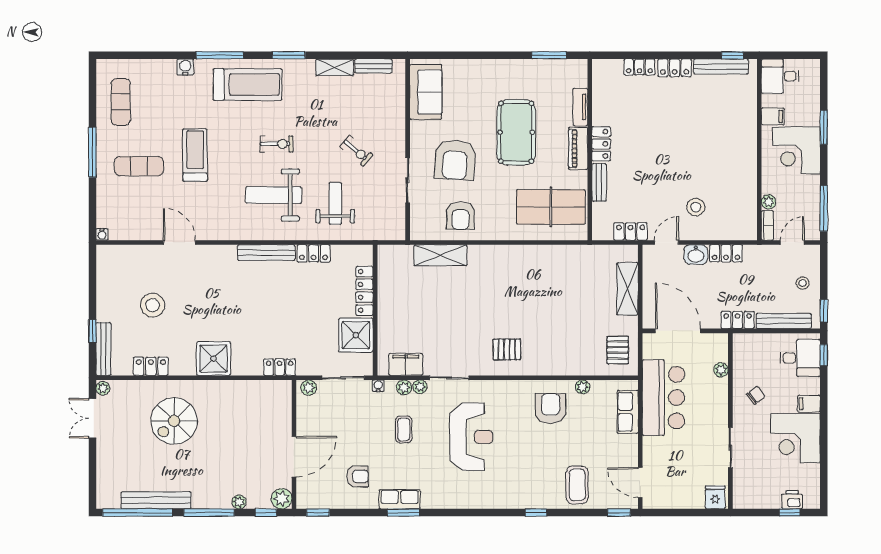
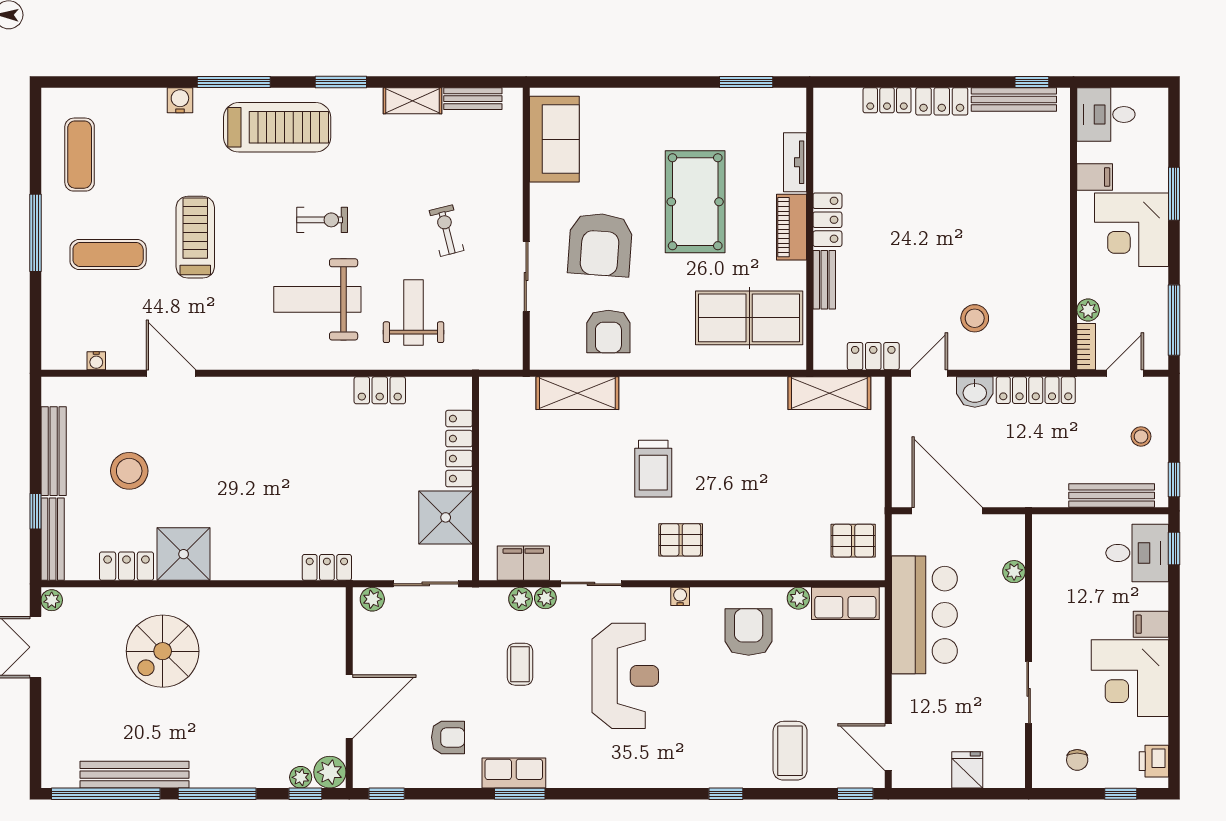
exercise bike: (356, 151) -> (447, 231), turned -144
water cooler: (102, 234) -> (96, 361), moved
bench: (266, 253) -> (54, 451), moved, turned 90
locker: (726, 253) -> (1036, 390), width x1.53
shelving: (627, 289) -> (829, 393), moved, turned 90
trolley: (489, 304) -> (653, 469), added
locker: (738, 320) -> (1040, 494), removed
pallet: (618, 350) -> (853, 541), turned 90
shower: (214, 359) -> (184, 554), moved
water cooler: (378, 386) -> (680, 596), moved
chair: (756, 395) -> (1077, 760), moved, turned 128
row of seats: (628, 412) -> (845, 603), moved, turned -90
fridge: (715, 497) -> (967, 770), moved
printer: (792, 500) -> (1154, 761), moved, turned -90
plant: (239, 502) -> (301, 777), moved

